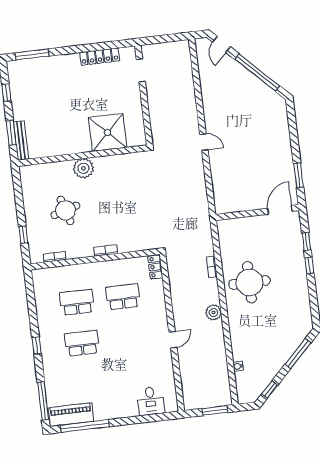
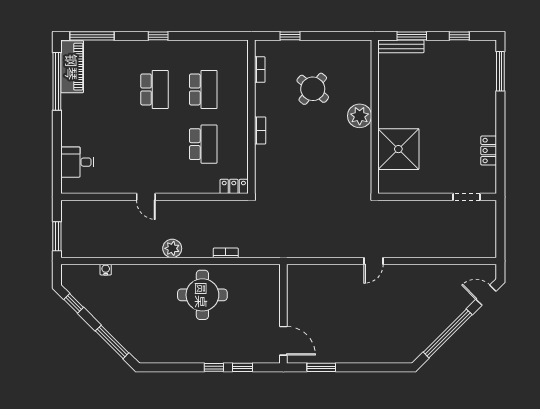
locker: (100, 57) -> (489, 151), width x0.66
round table: (65, 210) -> (313, 89), turned -34

